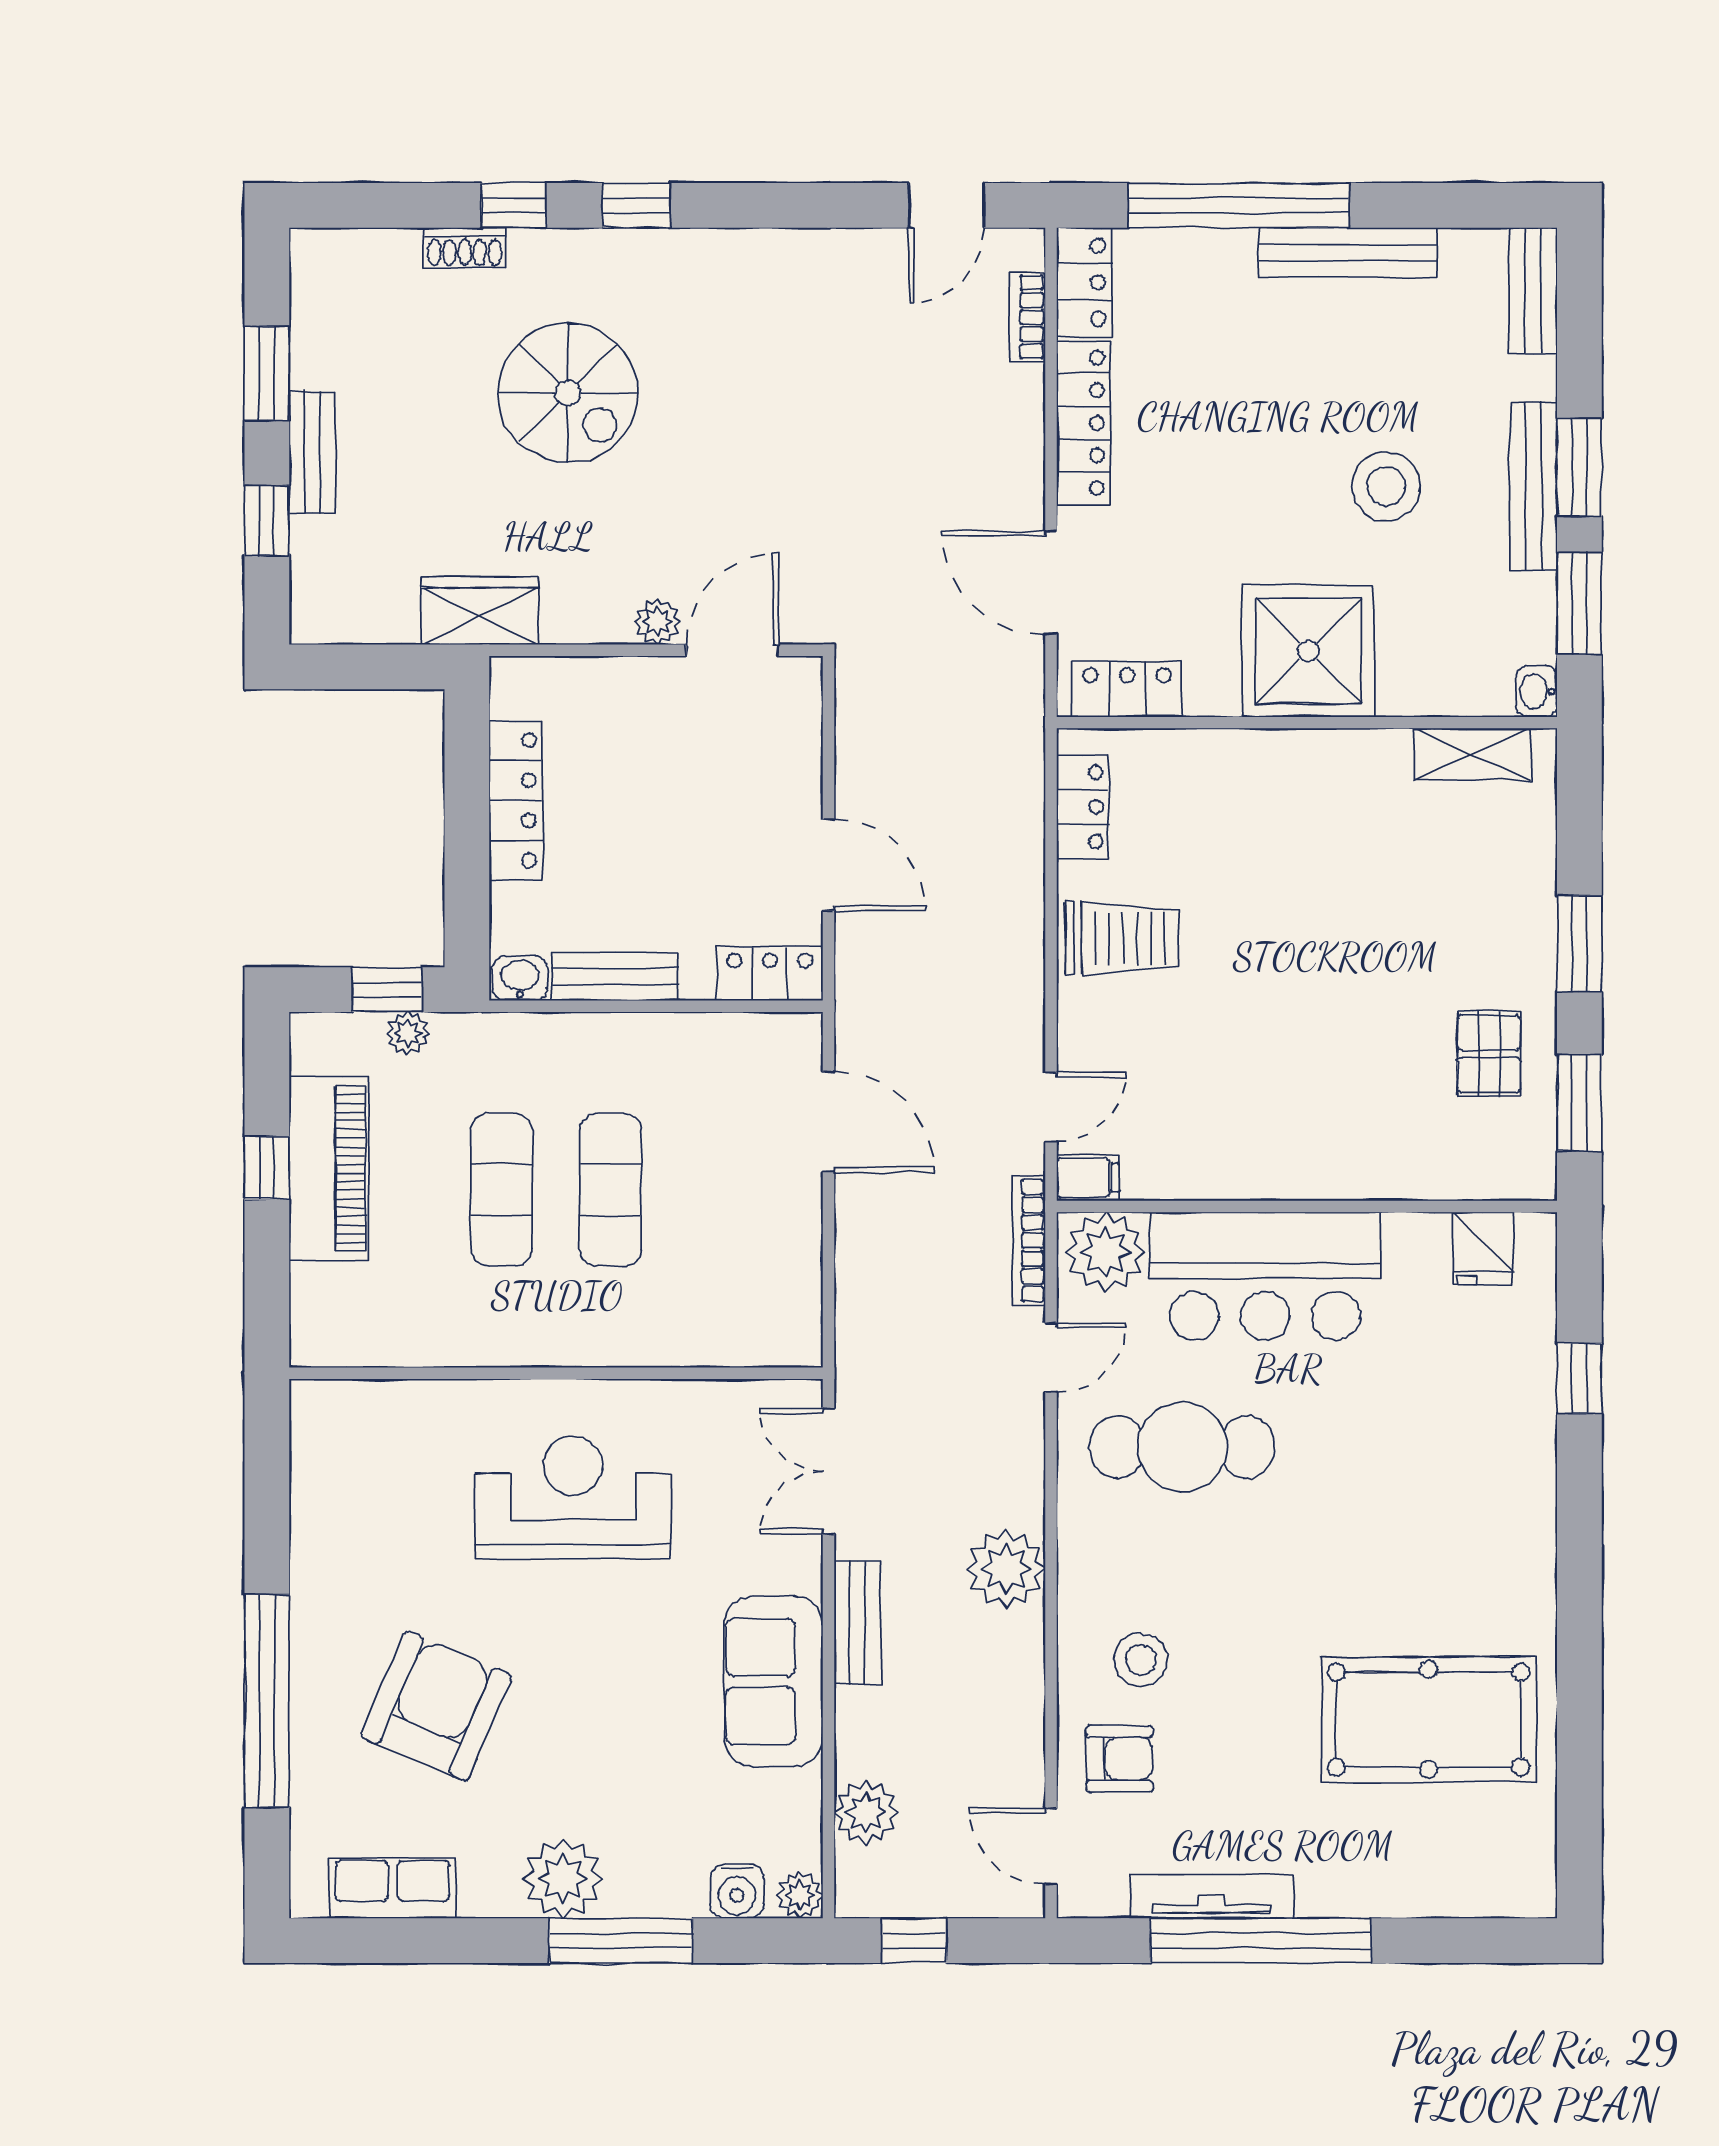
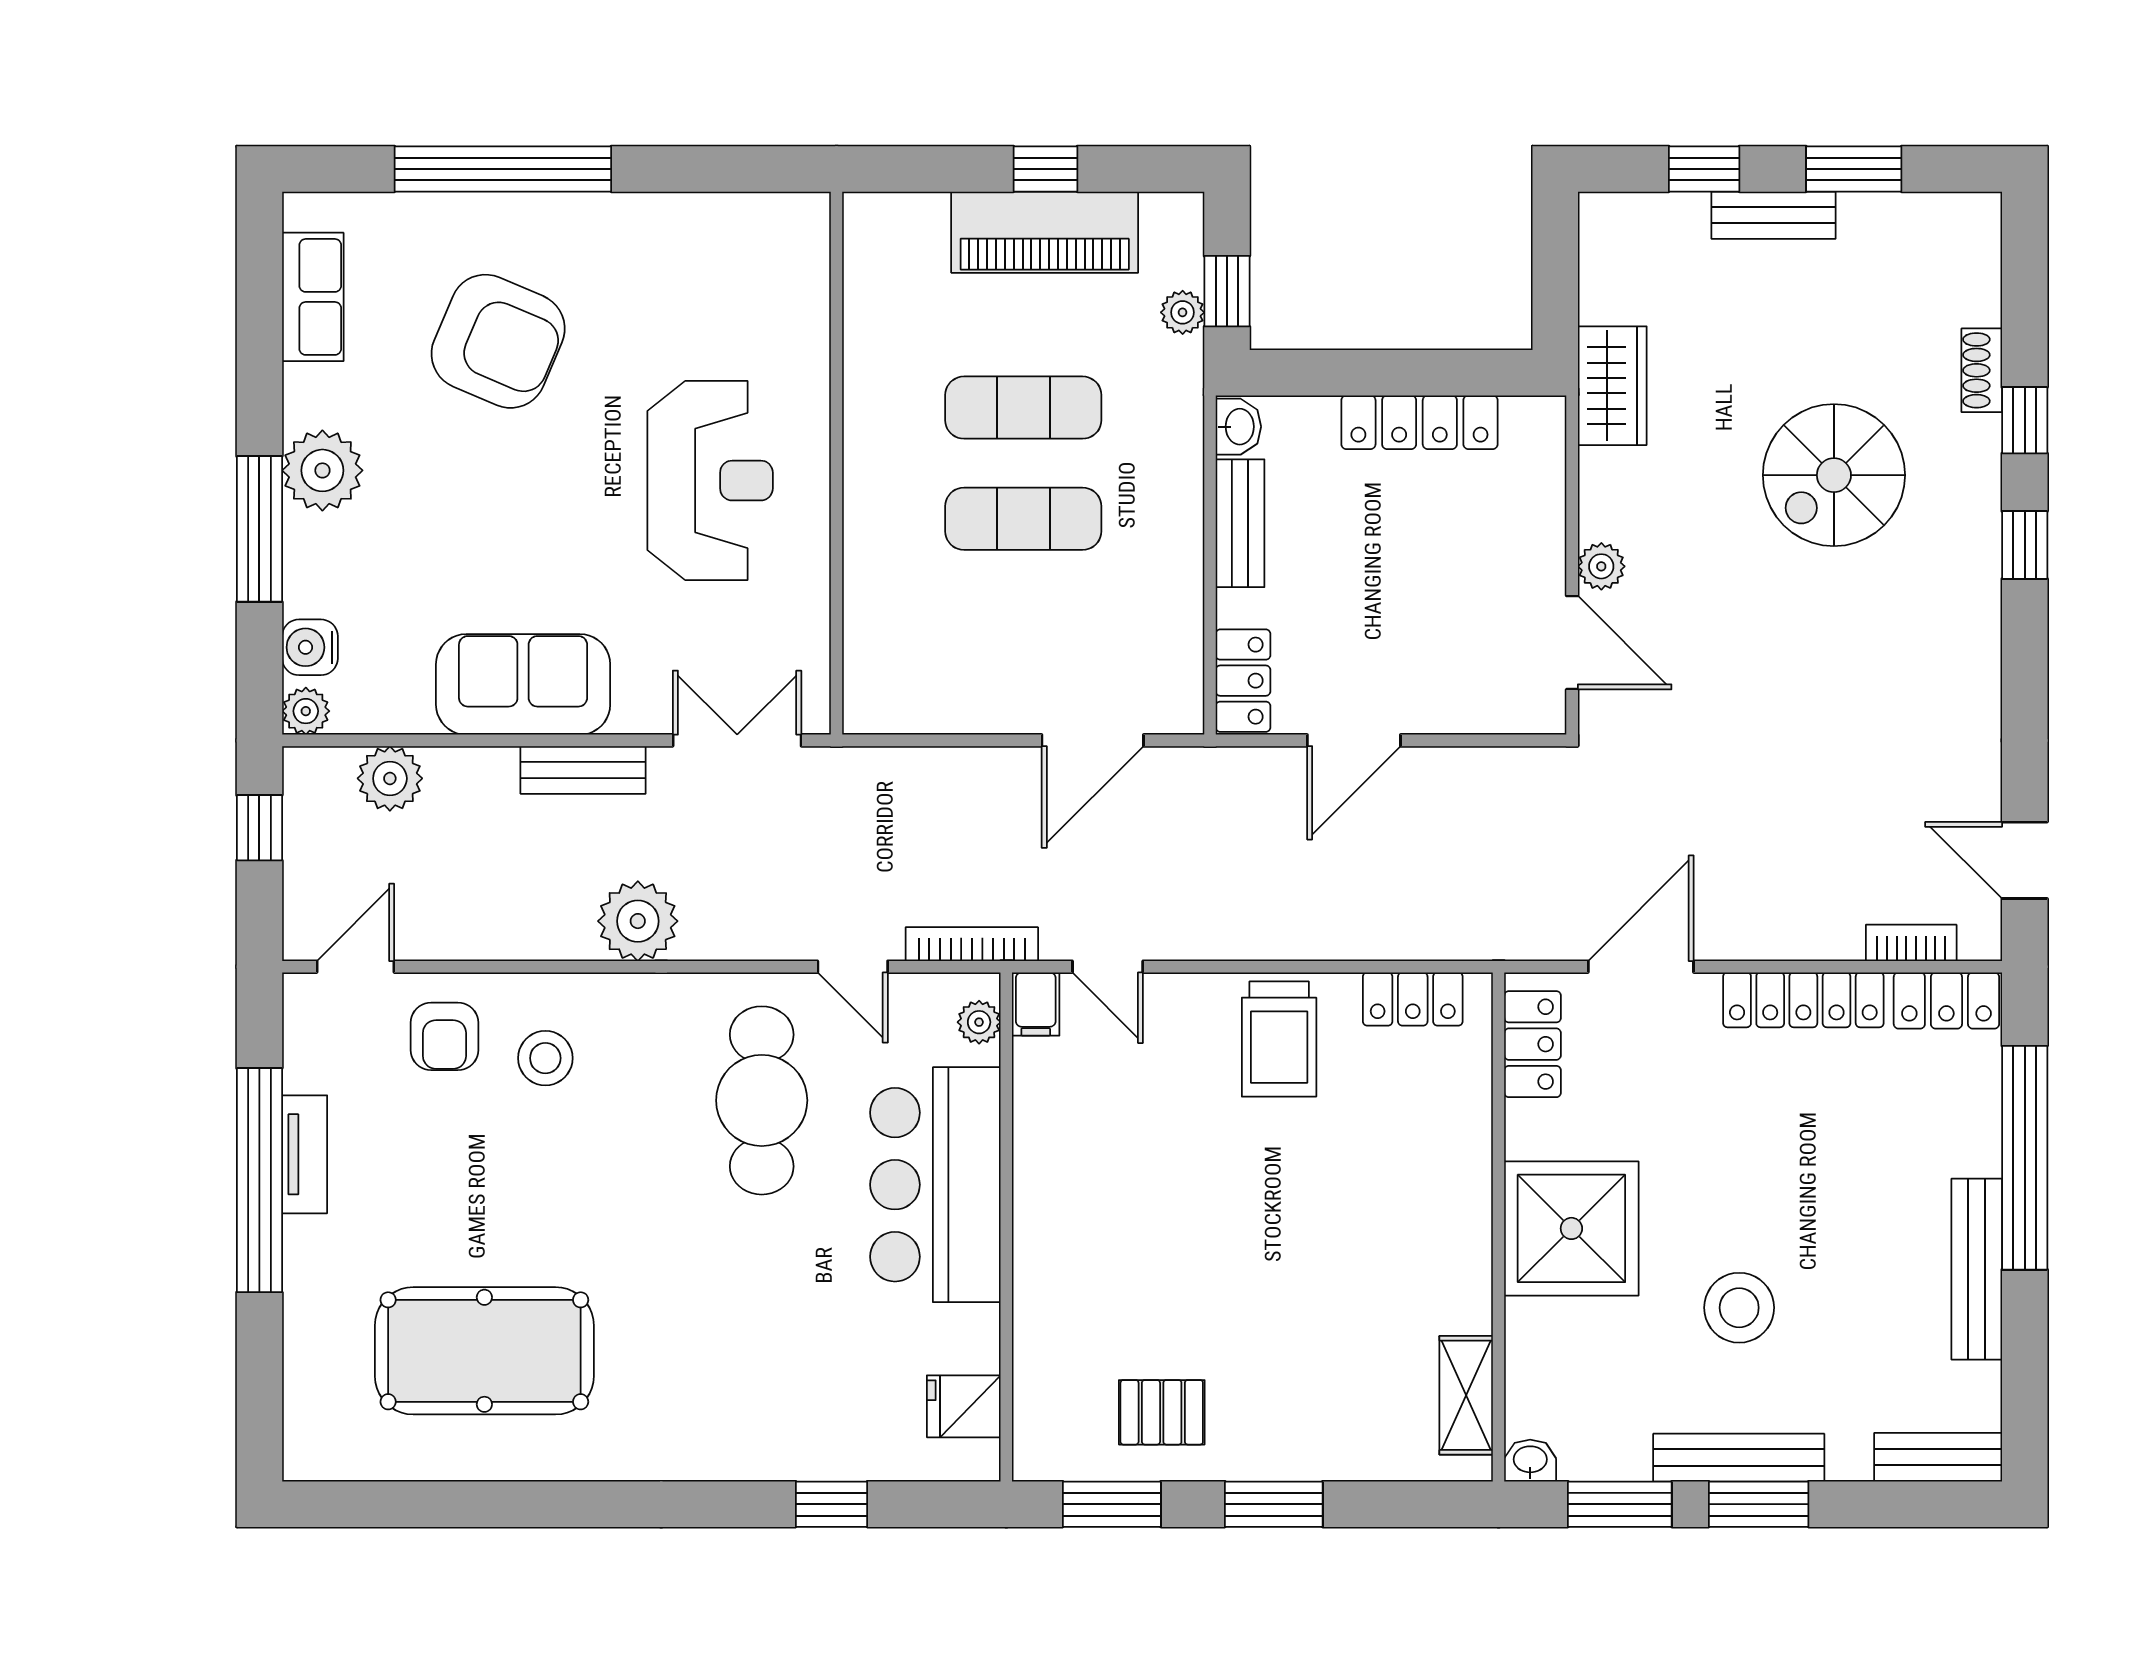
plant: (1105, 1252) -> (979, 1022), width x0.53, depth x0.53
pool table: (1428, 1720) -> (484, 1351), turned 90
tv unit: (1212, 1896) -> (305, 1154), width x0.71

